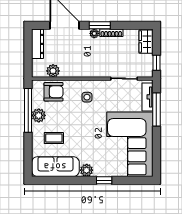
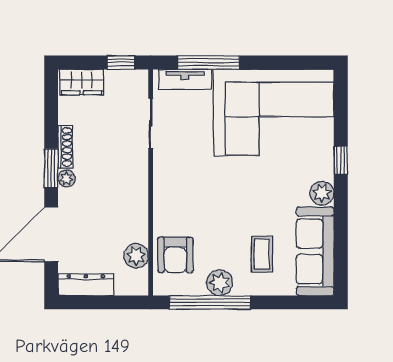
armchair: (53, 92) -> (175, 255), turned 180
side table: (87, 97) -> (185, 192), removed

